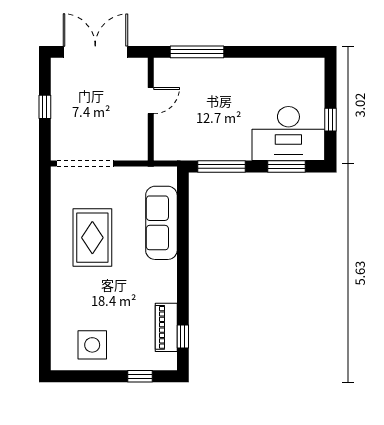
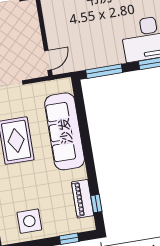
door: (151, 101) -> (48, 60), moved
sofa: (161, 223) -> (65, 131), width x1.36, depth x1.27

